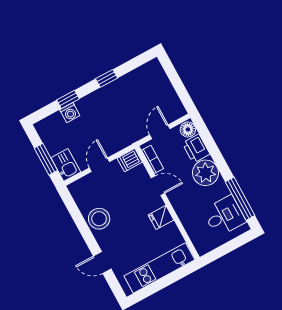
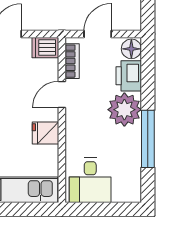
door: (158, 186) -> (62, 94), swing flipped
window: (240, 199) -> (148, 139), moved
desk: (224, 216) -> (90, 180), moved, turned 90

